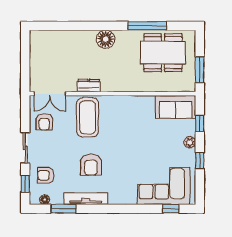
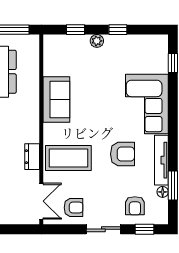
sofa: (176, 107) -> (56, 100), moved
corner sofa: (164, 186) -> (147, 104), moved
floor lamp: (45, 200) -> (163, 192), moved

